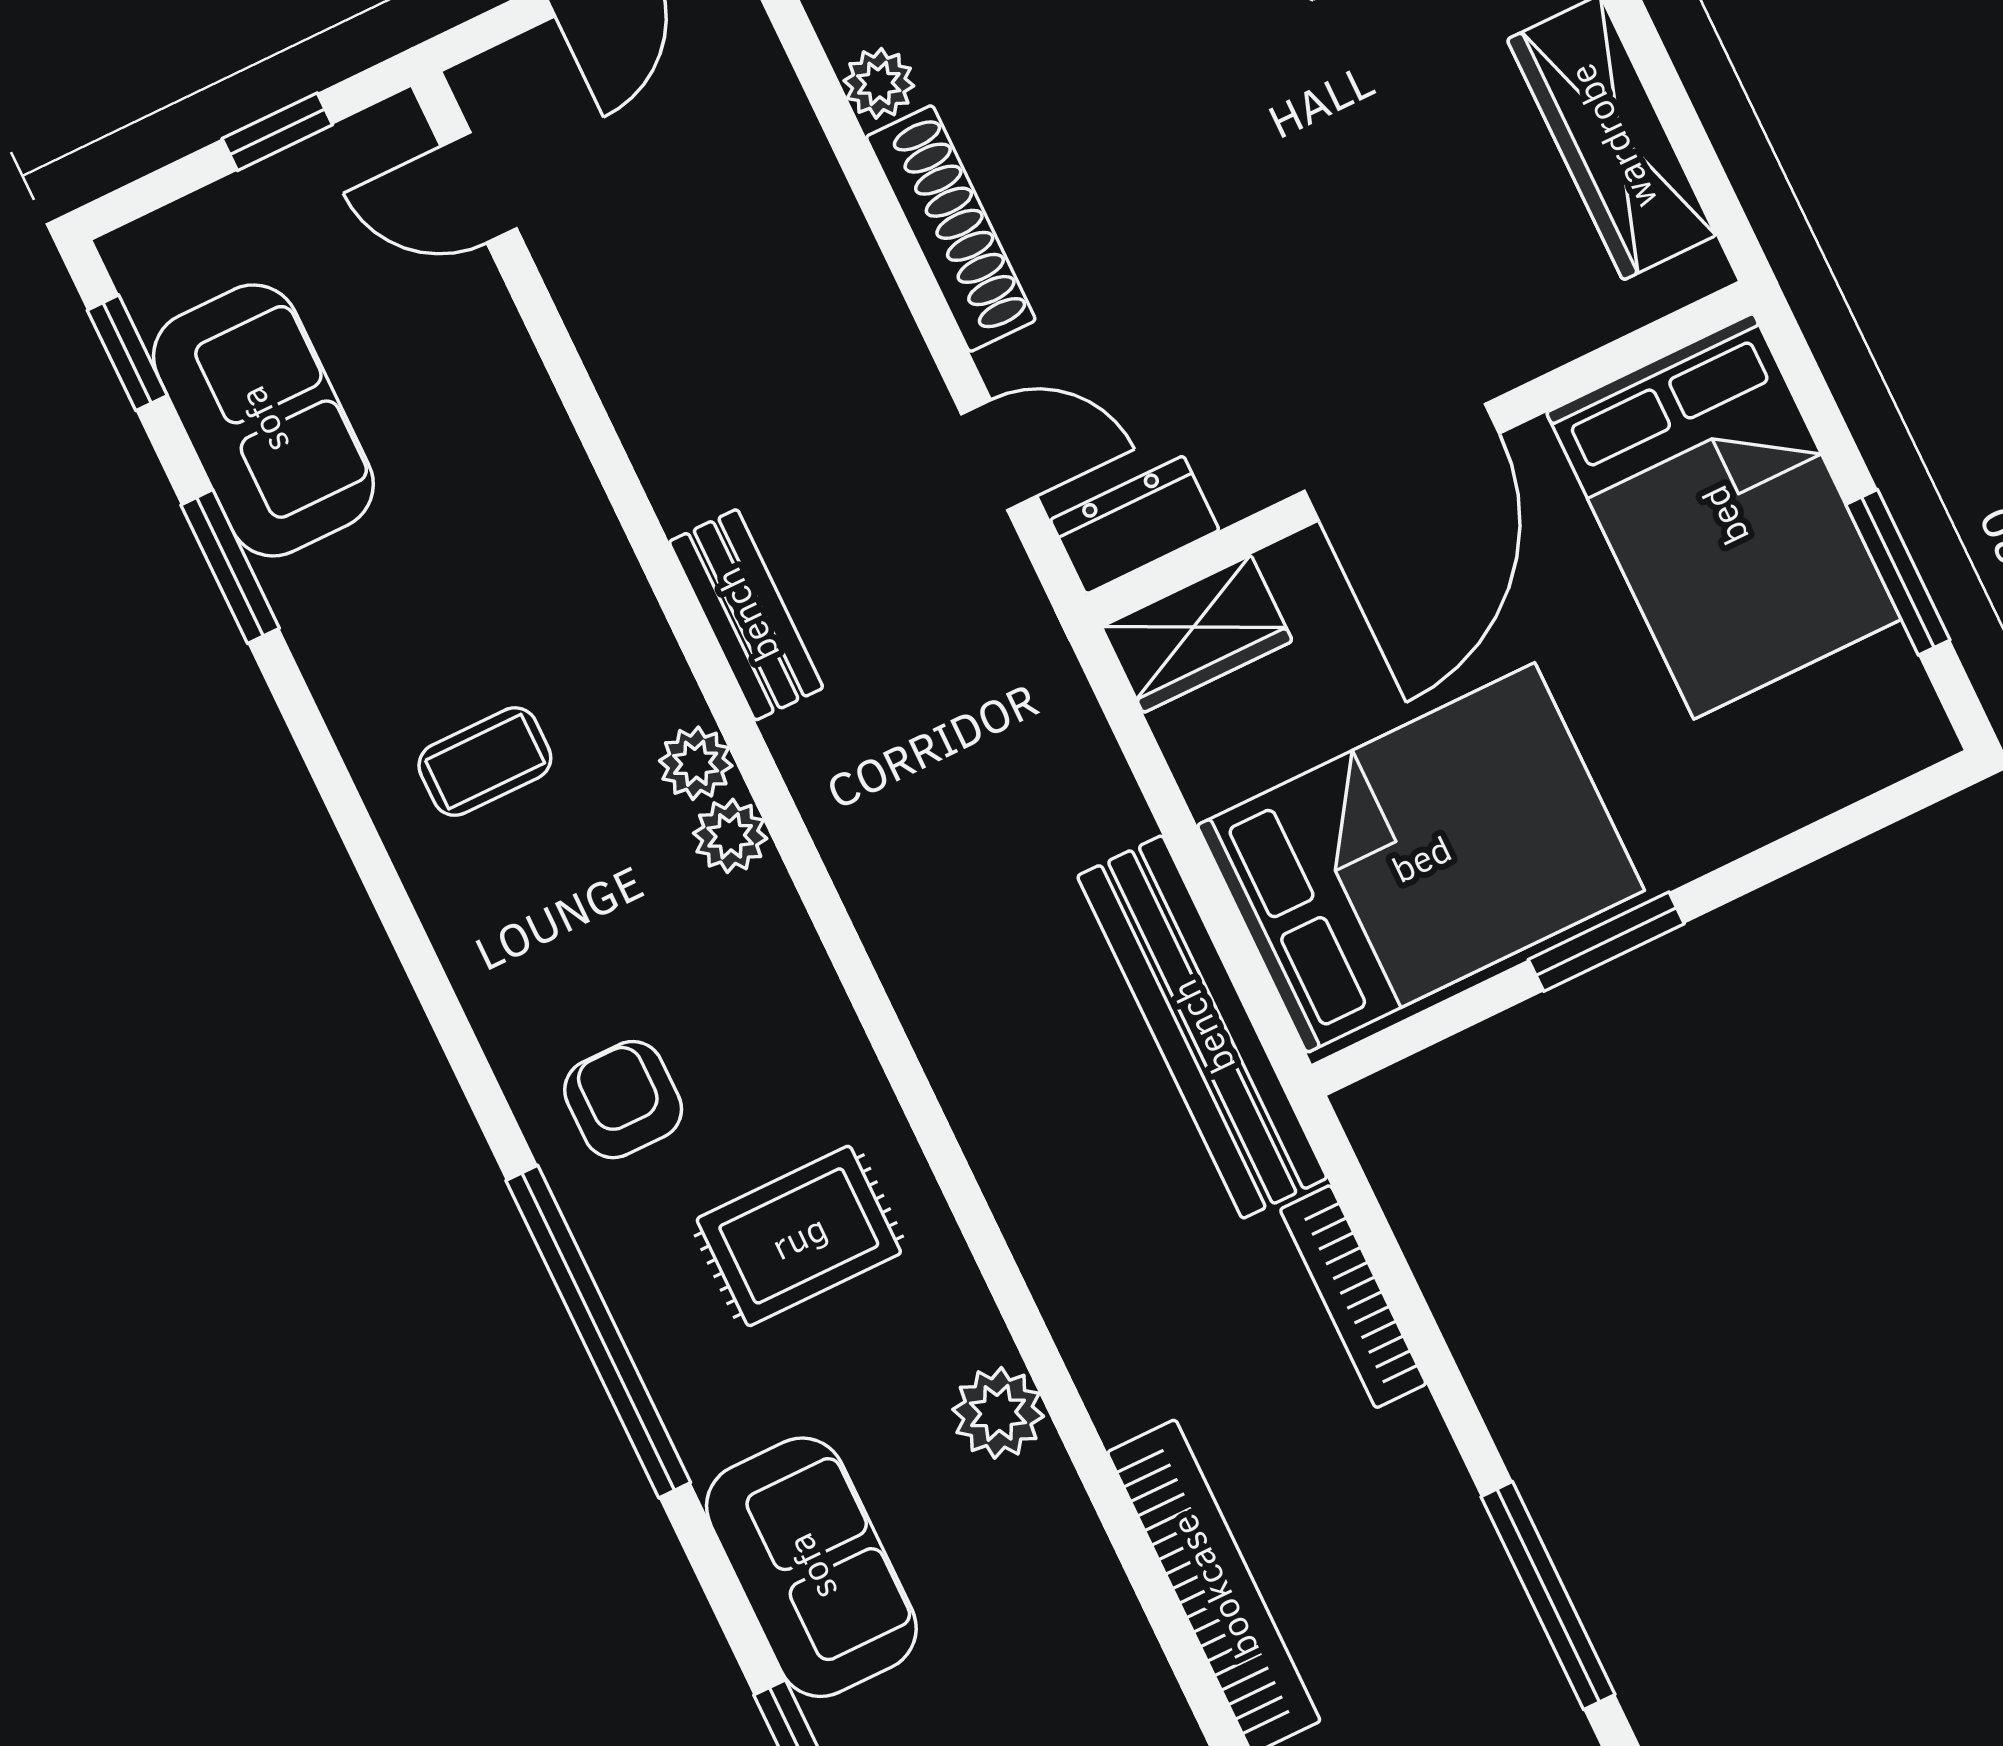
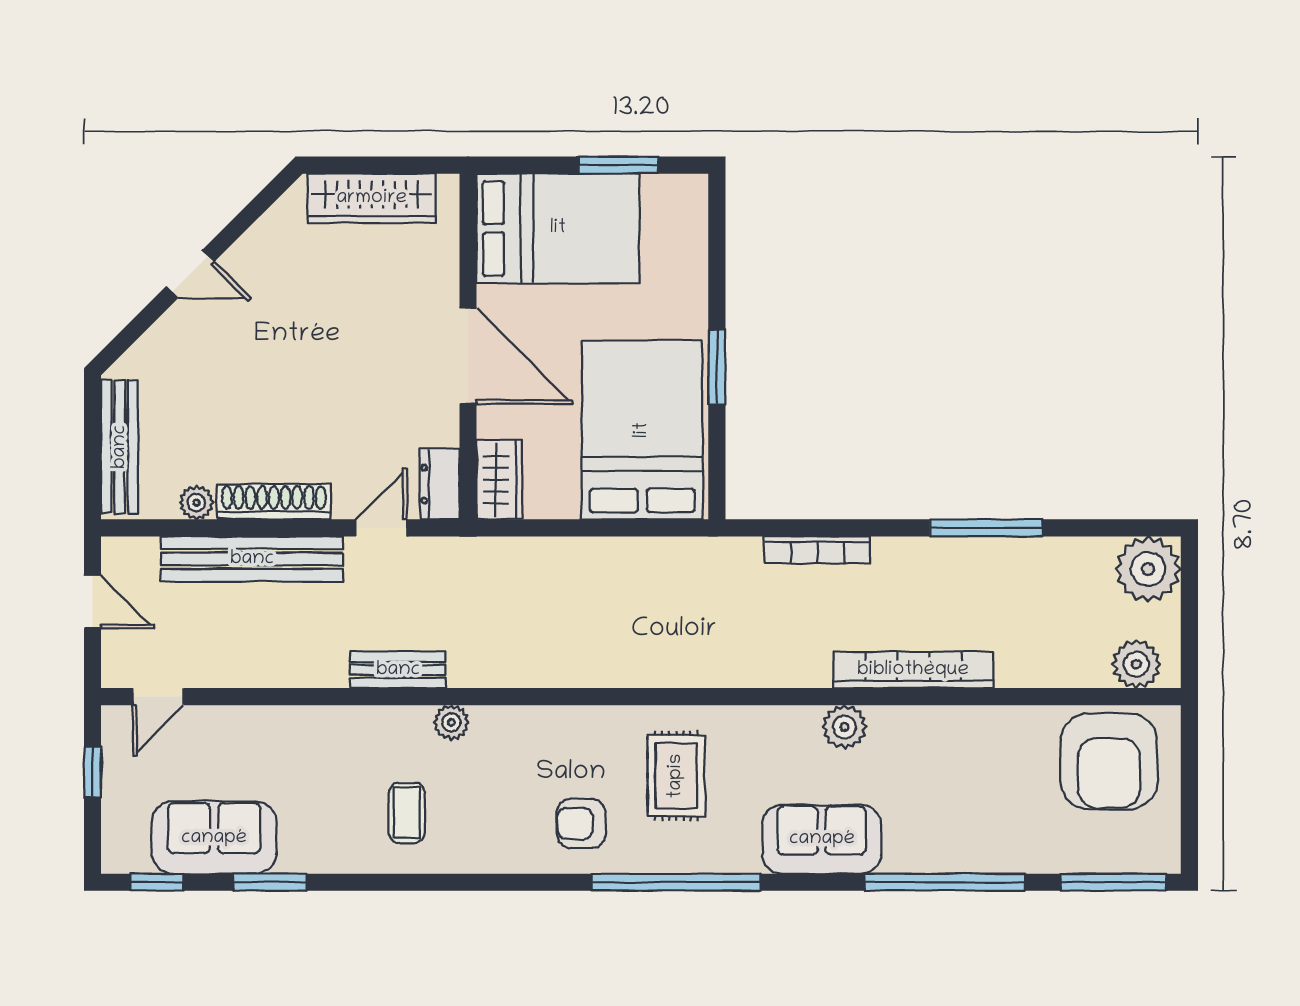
plant: (730, 836) -> (490, 723), removed
bench: (1202, 1027) -> (252, 559), moved
plant: (998, 1413) -> (844, 727), moved

